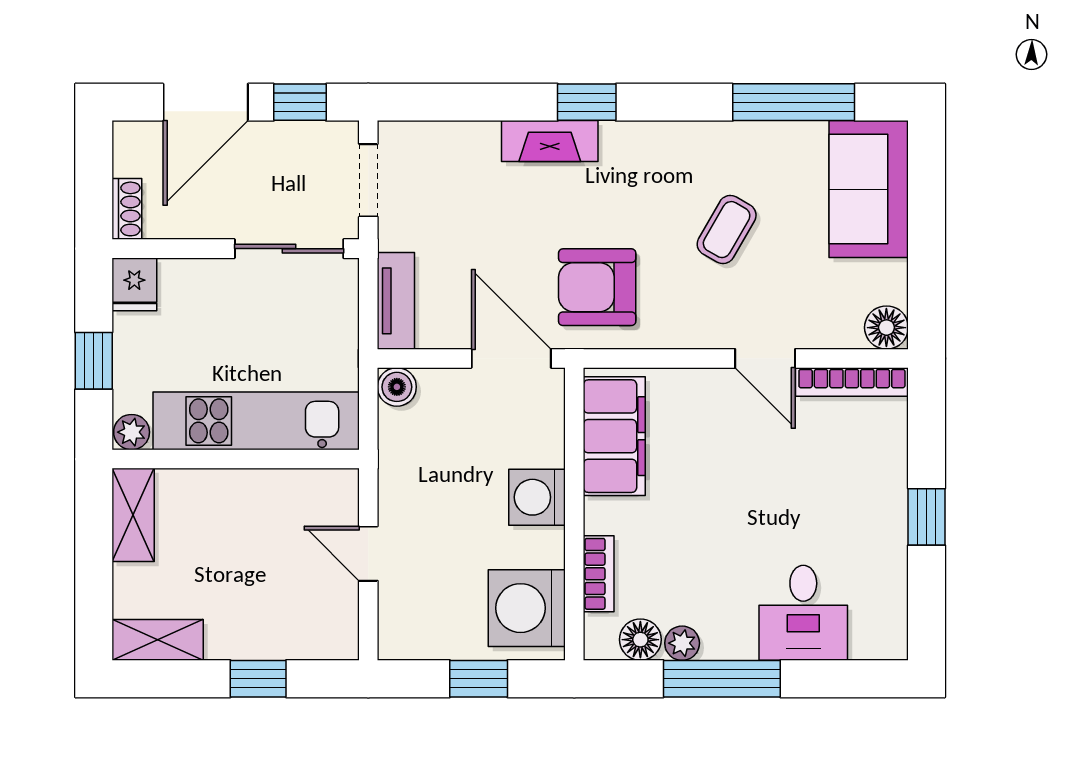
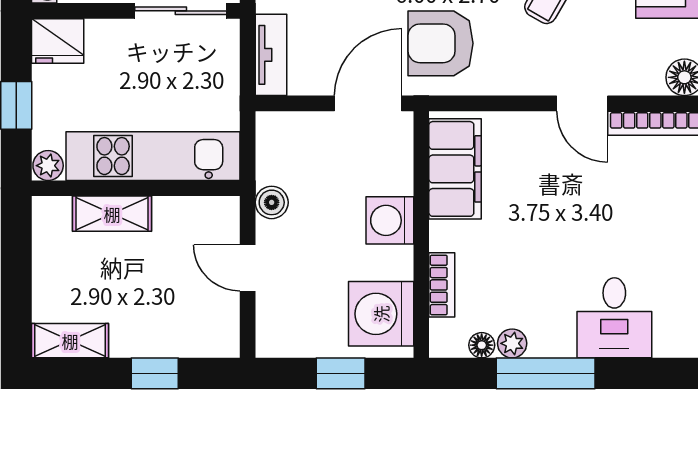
fridge: (134, 284) -> (58, 41), width x1.38
door: (511, 358) -> (368, 103), hinge flipped
boiler: (397, 387) -> (272, 202), moved
shelving: (133, 515) -> (112, 214), moved, turned 90
floor lamp: (640, 640) -> (482, 345), width x0.73, depth x0.73

